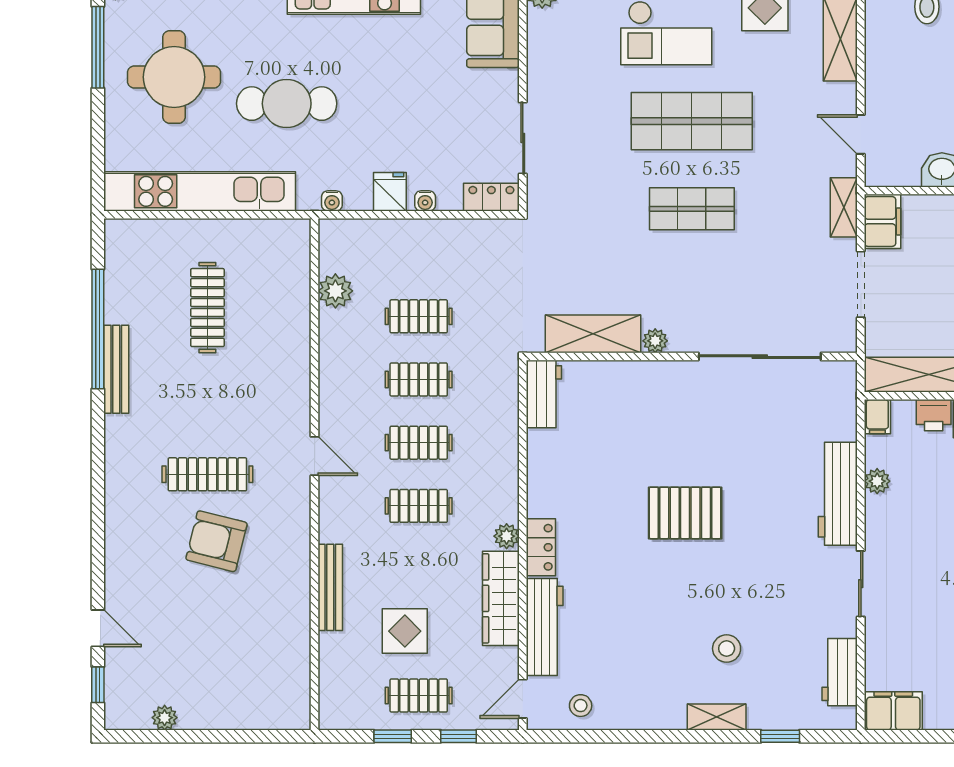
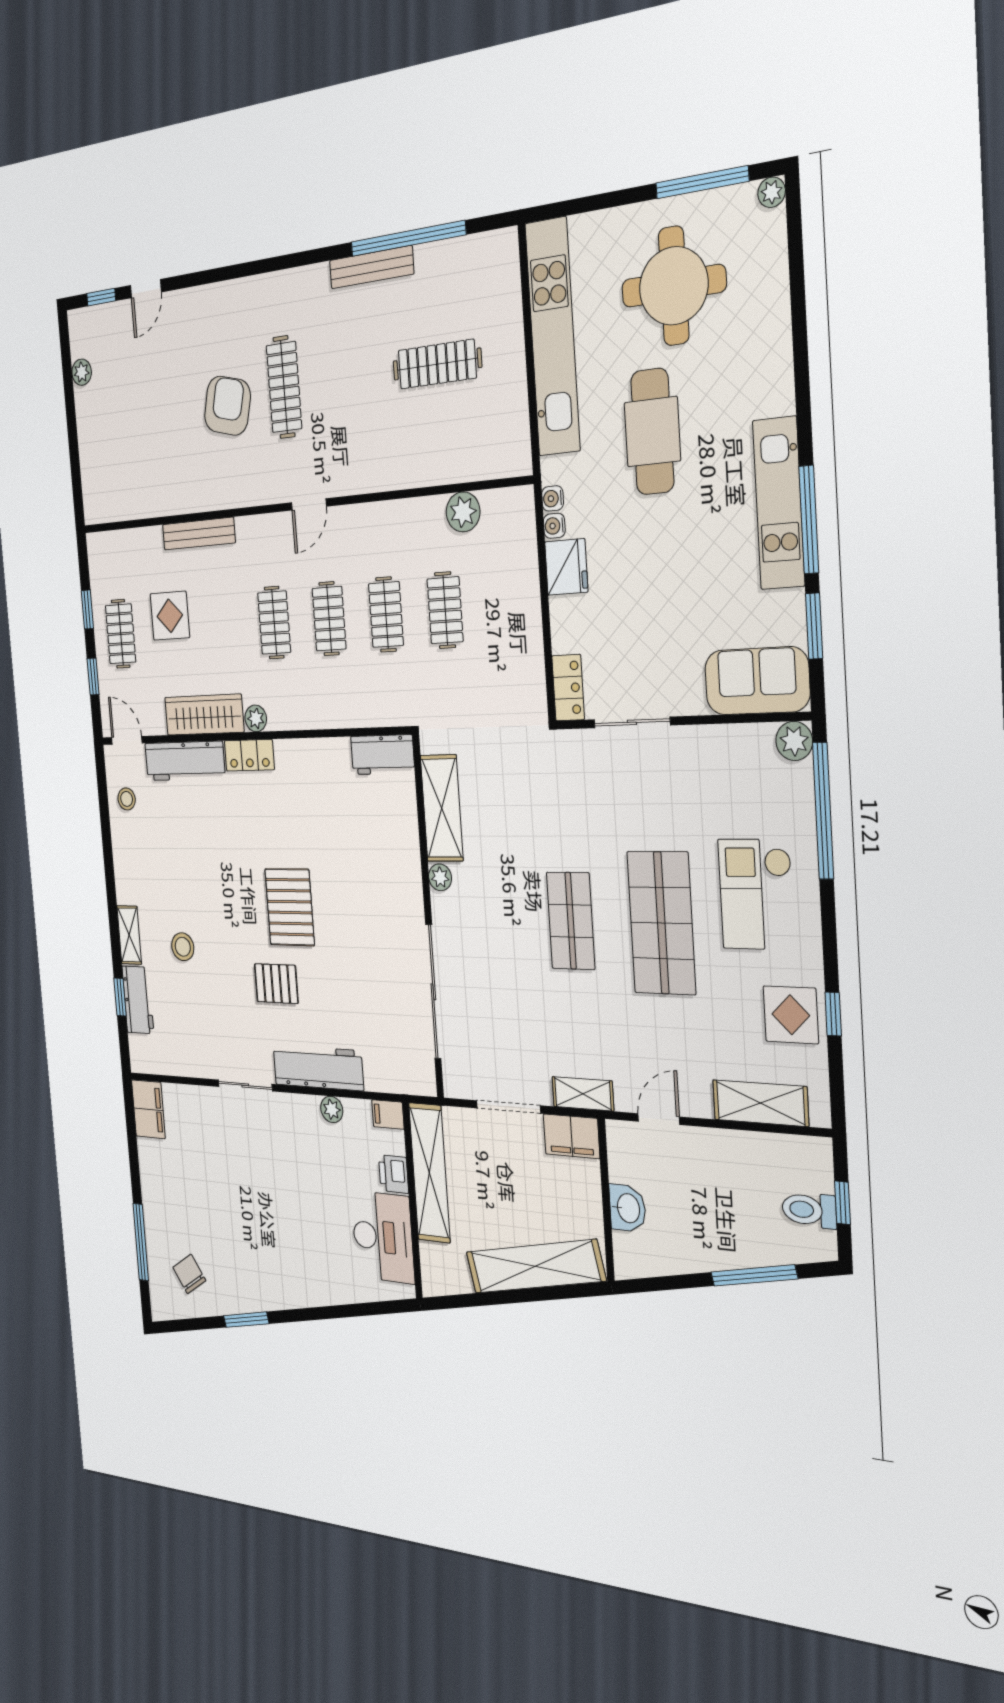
fridge: (390, 192) -> (566, 567), width x1.38
water cooler: (425, 201) -> (554, 526), moved
pallet: (759, 536) -> (276, 984), added
workbench: (840, 672) -> (138, 1000), moved, turned 90

